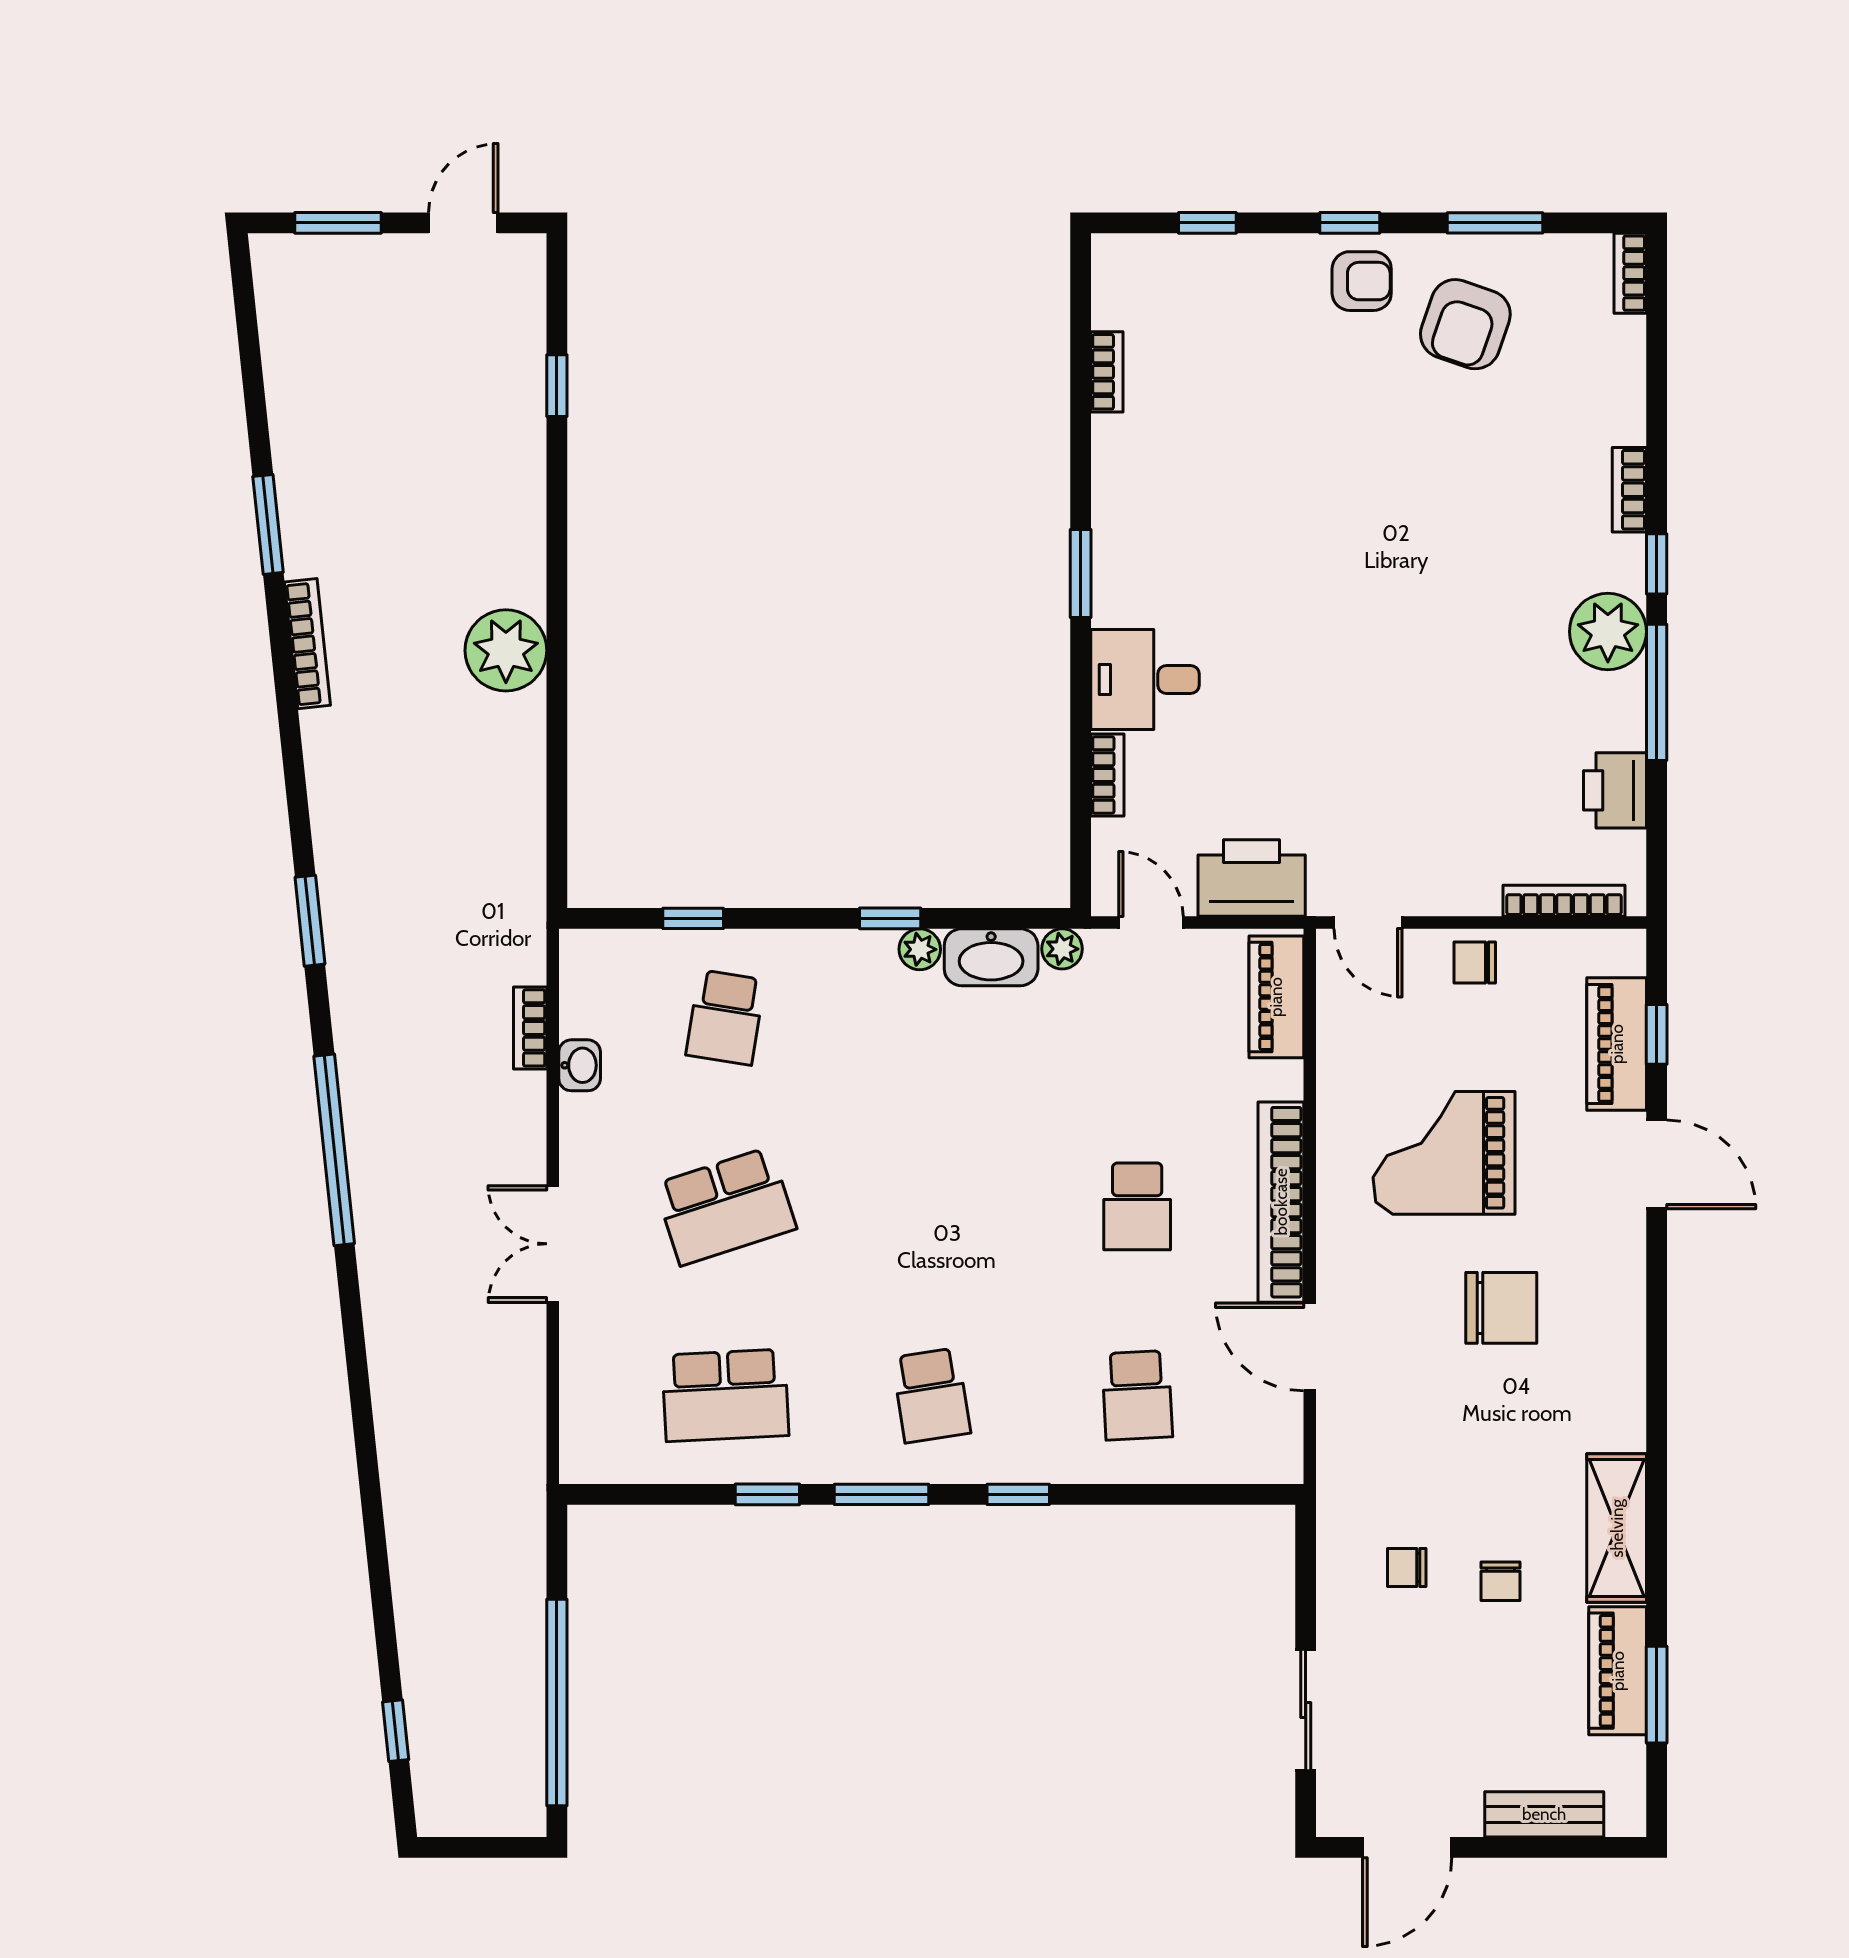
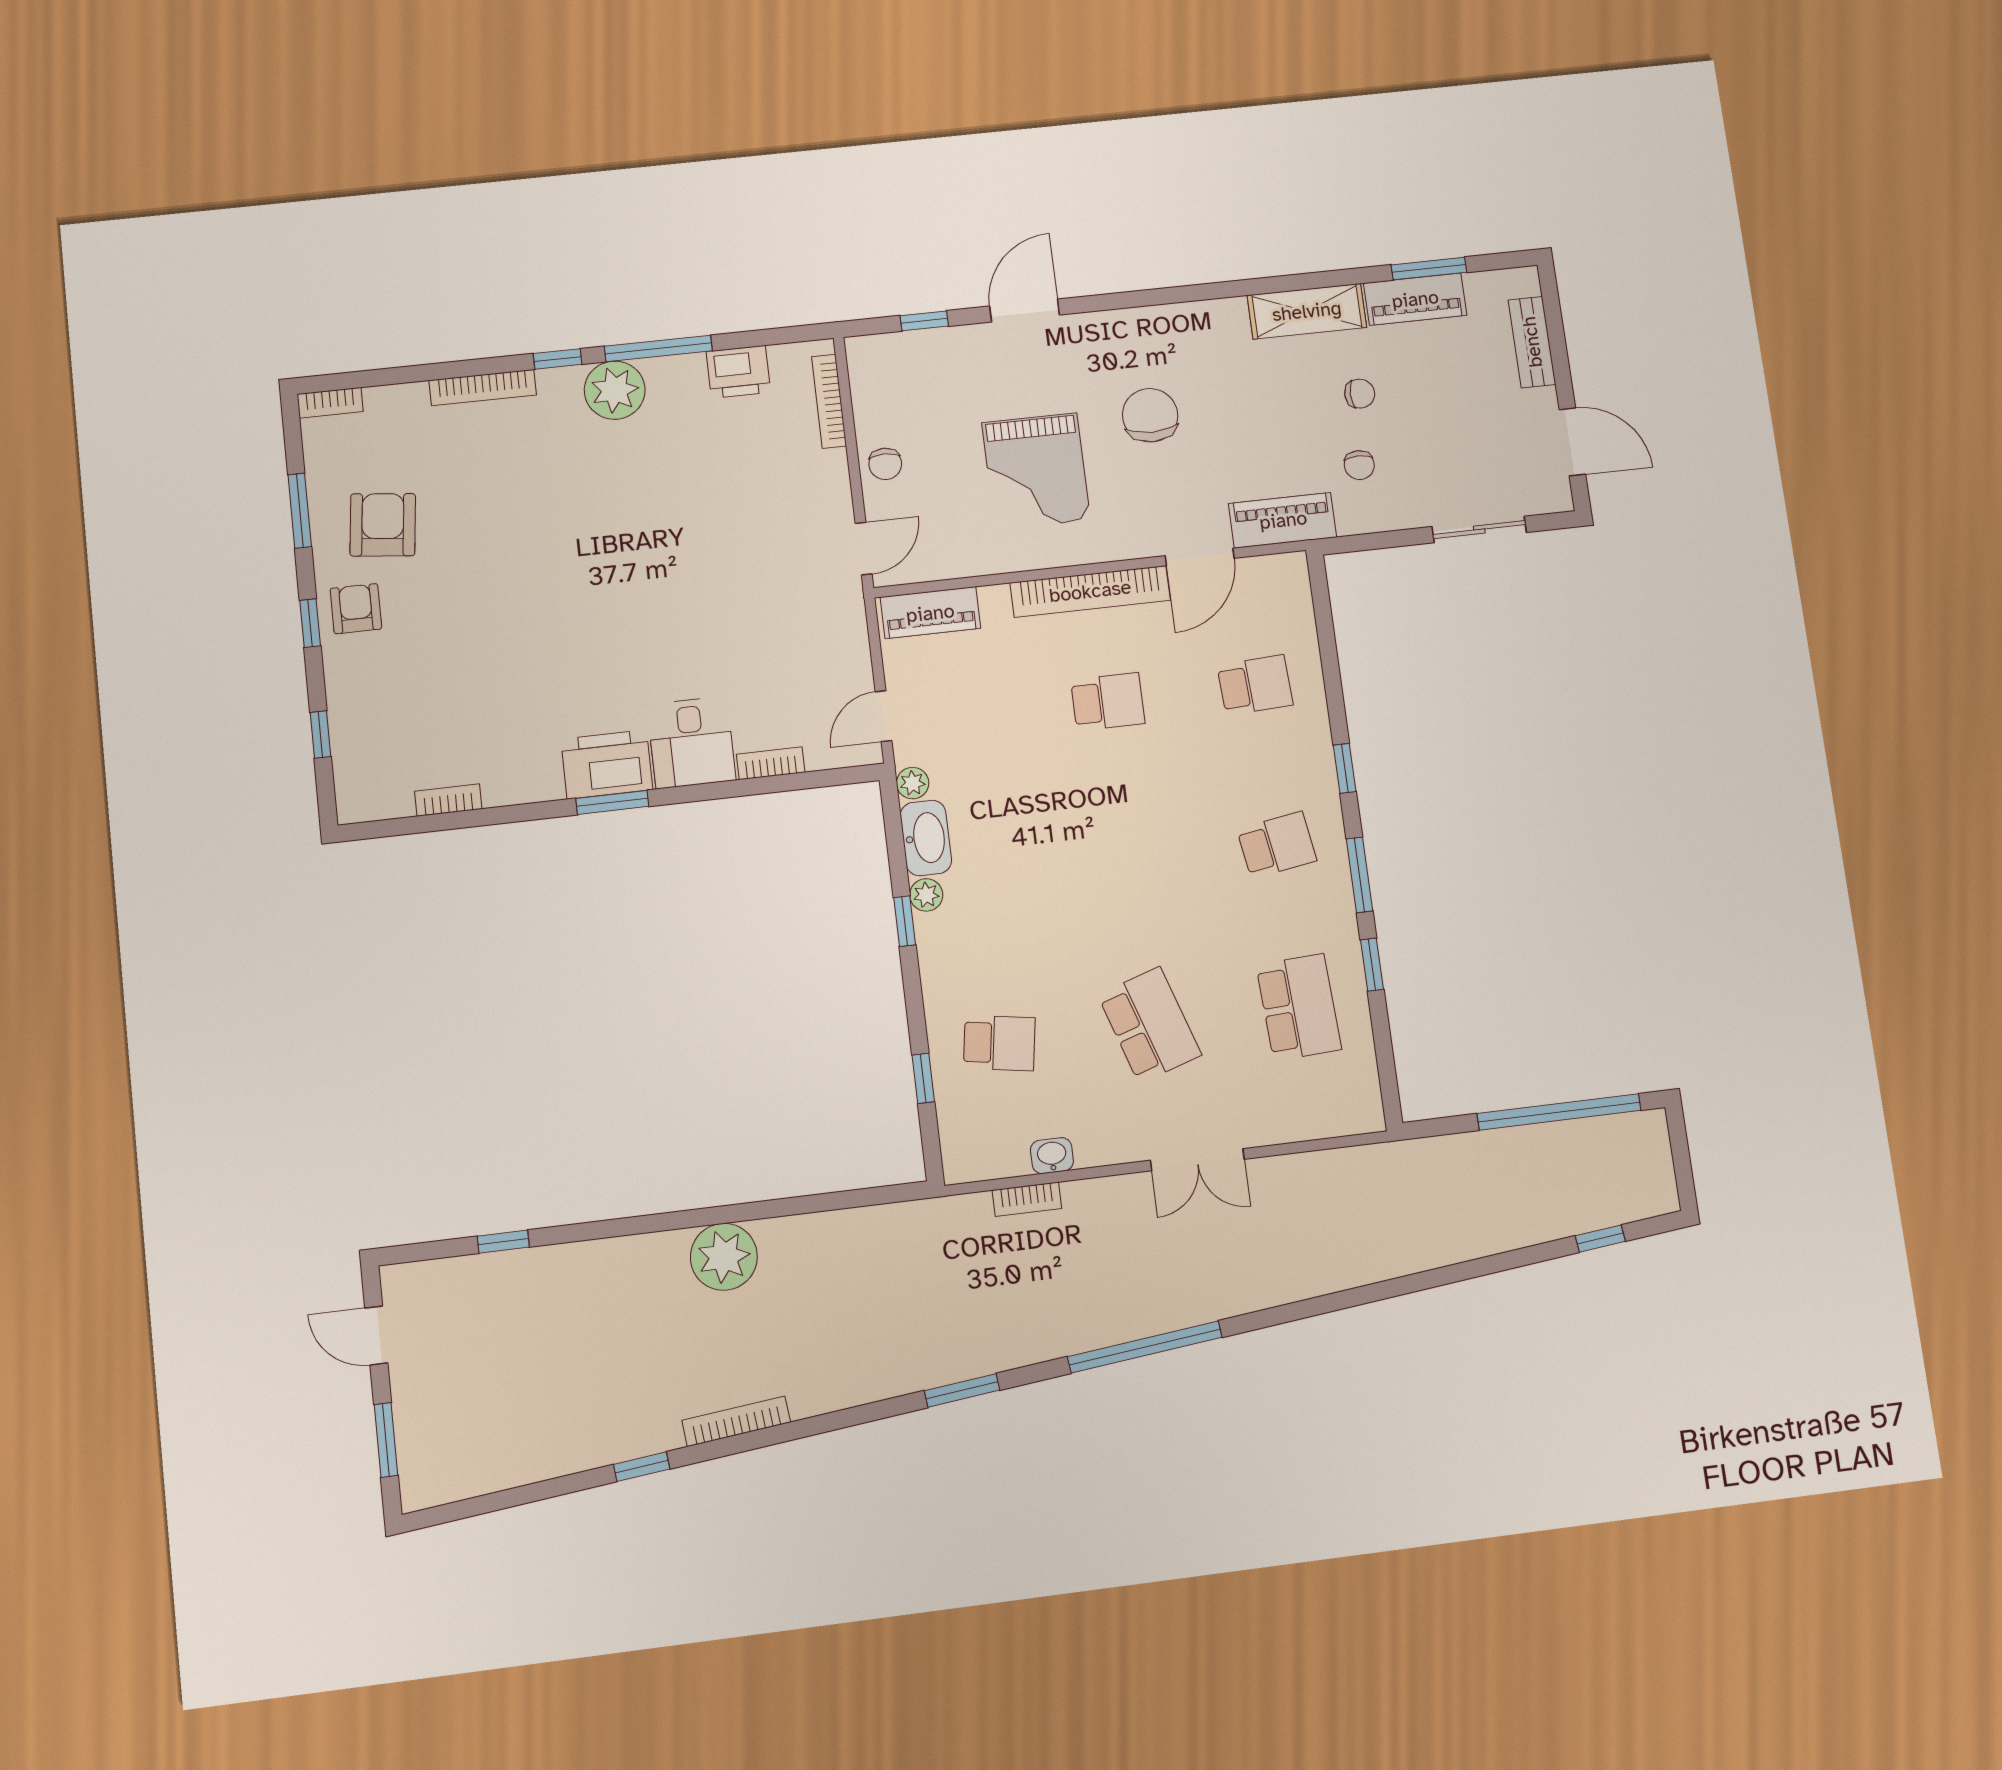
armchair: (1465, 324) -> (383, 525), turned -103
bookcase: (1629, 490) -> (483, 388), width x1.56
window: (268, 524) -> (642, 1467), width x0.67
printer: (1252, 878) -> (607, 764), moved, turned 90
piano: (1617, 1044) -> (1283, 520), moved, turned 180

